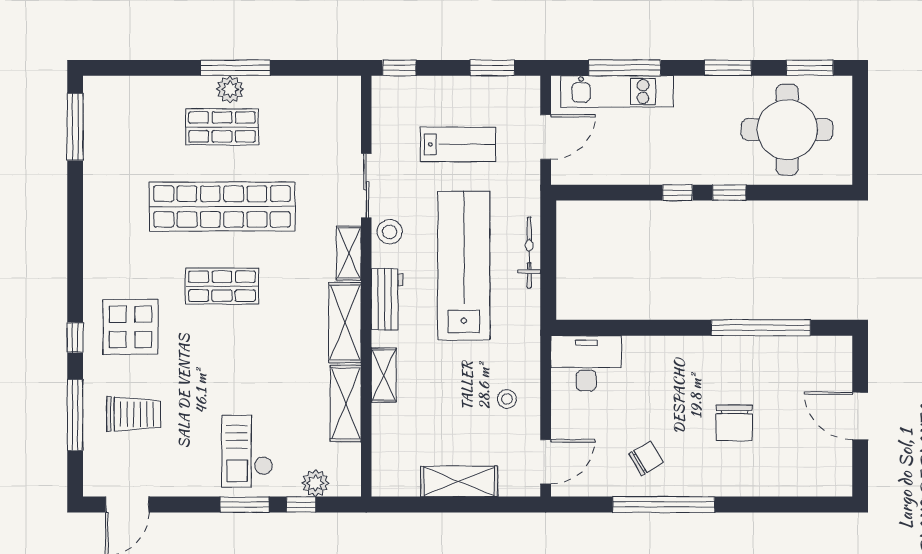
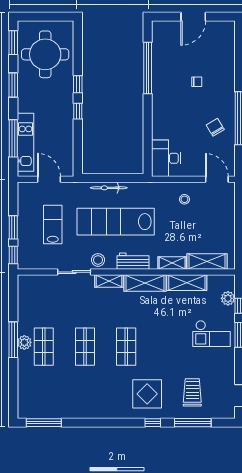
window: (492, 68) -> (13, 227), moved
shop shelf: (222, 207) -> (85, 347), width x0.50, depth x0.74
chair: (734, 423) -> (197, 82), width x0.54, depth x0.54
shelving: (459, 481) -> (207, 261), moved, turned 90

